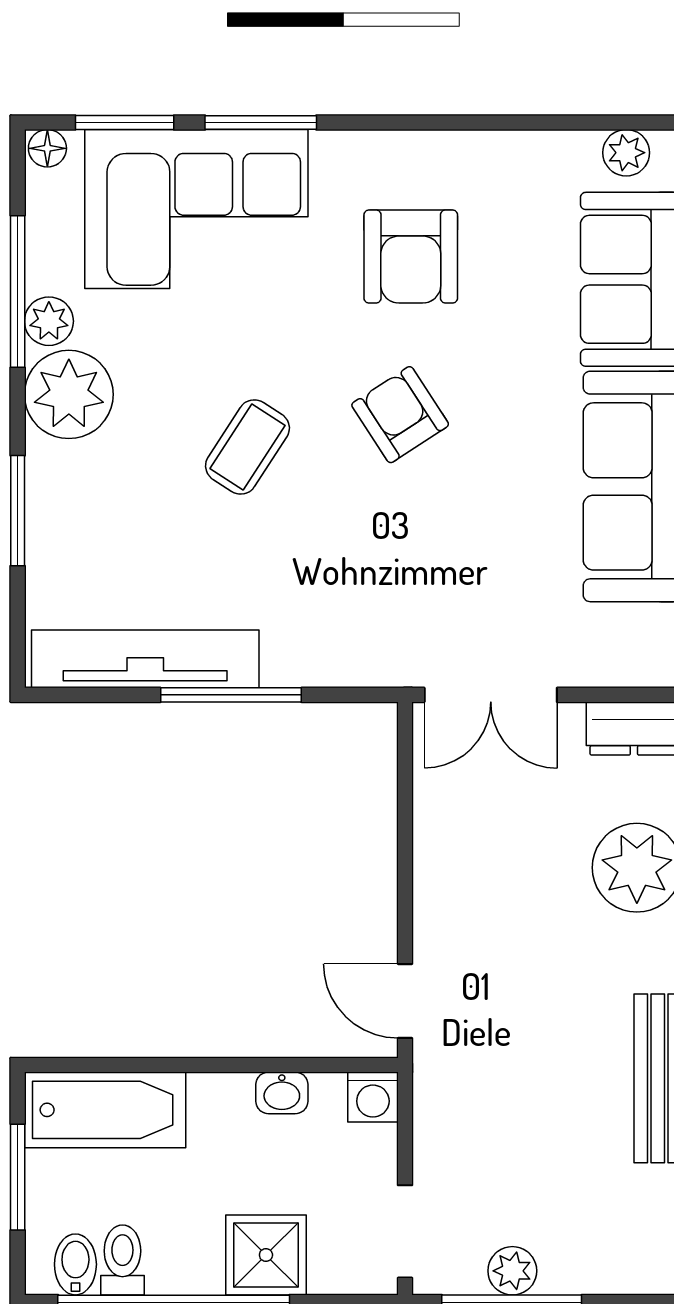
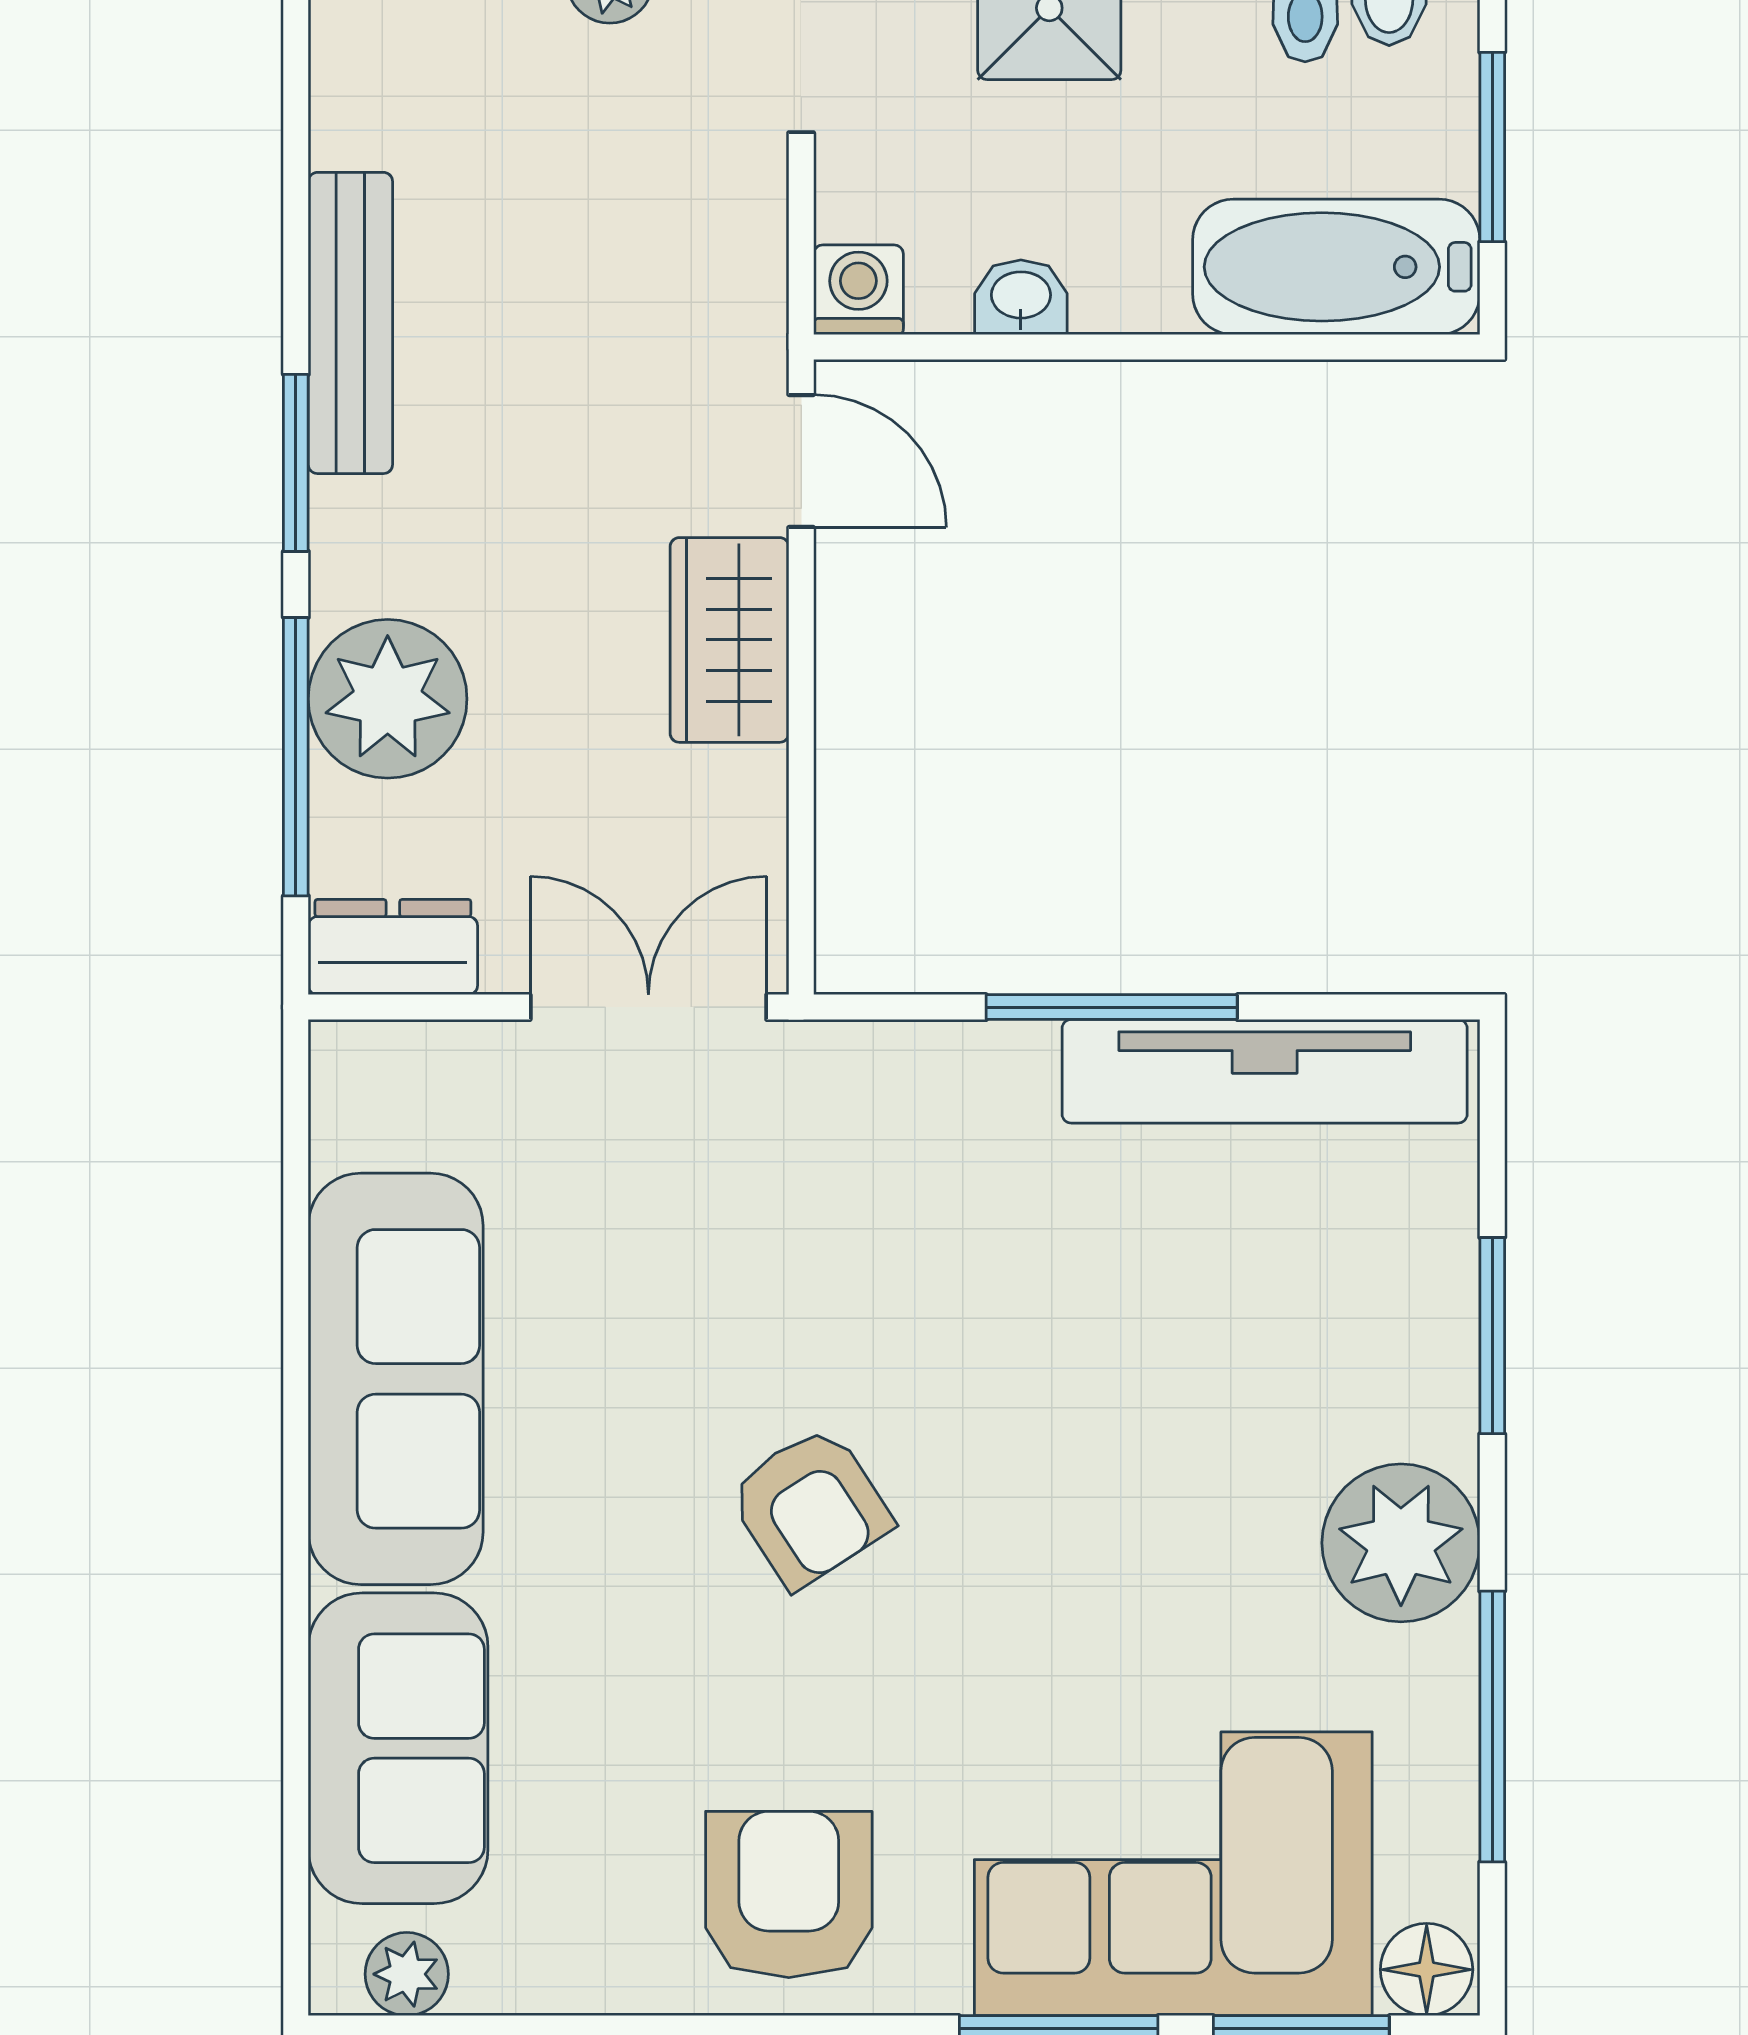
floor lamp: (47, 148) -> (1427, 1970), width x1.37, depth x1.37
armchair: (411, 256) -> (789, 1894), moved
plant: (49, 321) -> (1436, 1674), removed
coffee table: (247, 447) -> (1082, 1449), removed
wardrobe: (445, 901) -> (729, 640), added

